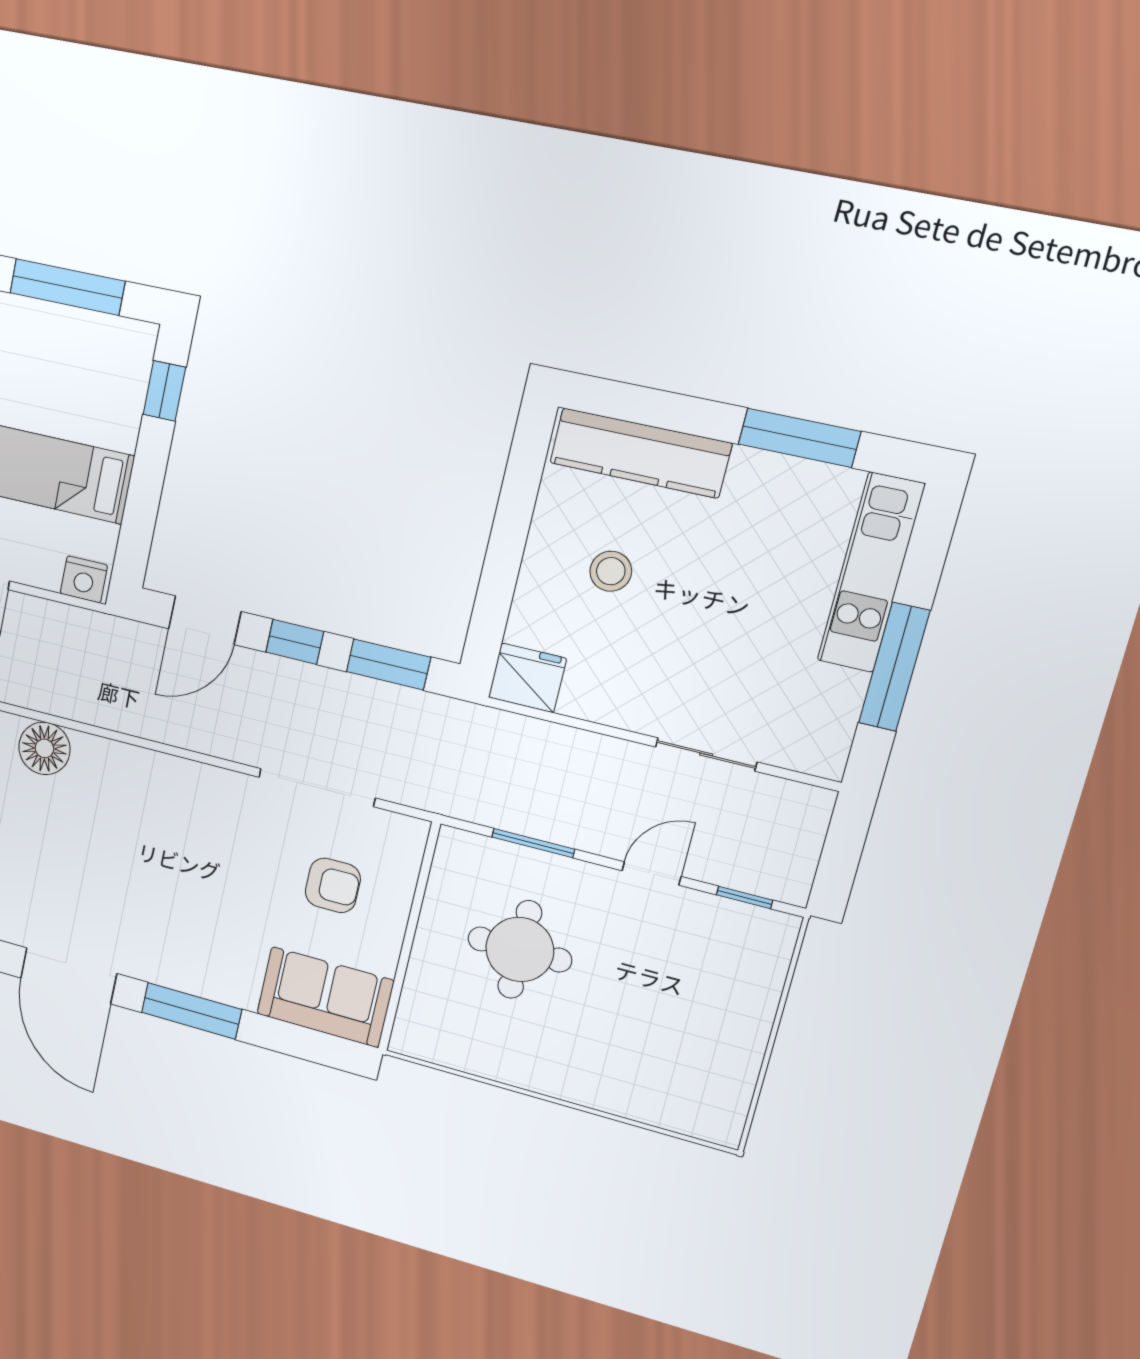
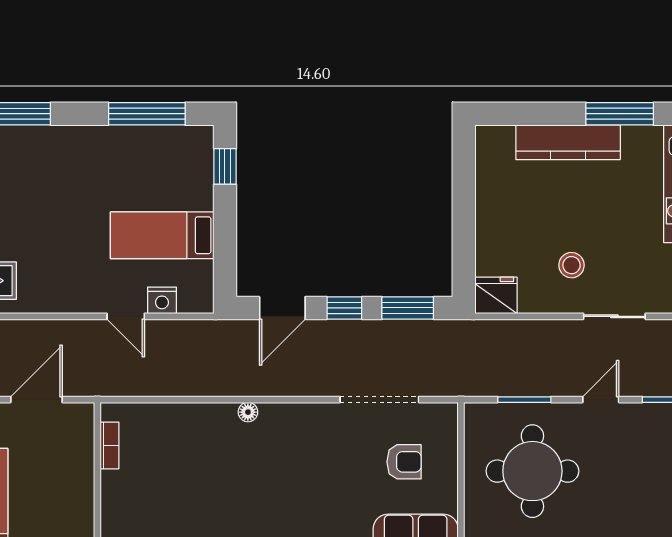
kitchen counter: (640, 453) -> (568, 142), moved
stool: (611, 571) -> (571, 265), moved
nightstand: (84, 579) -> (162, 300), moved
floor lamp: (44, 748) -> (248, 412), moved, width x0.53, depth x0.53
round table: (520, 950) -> (532, 471), width x1.36, depth x1.36

